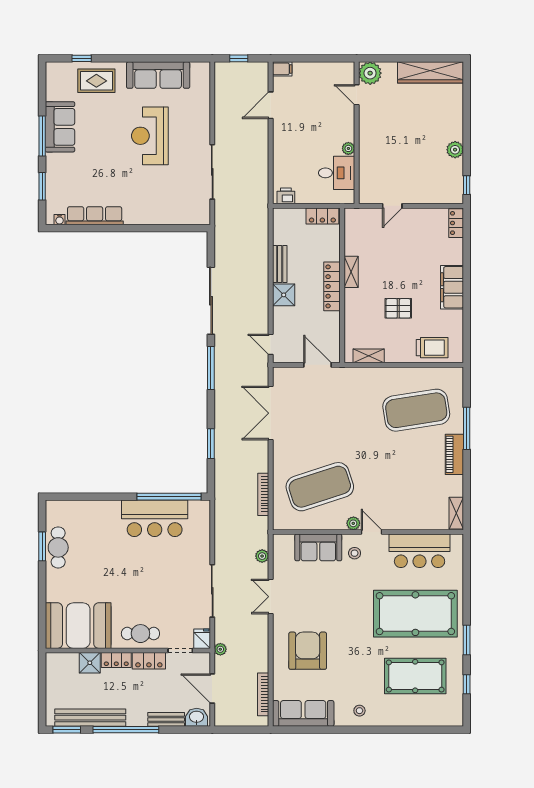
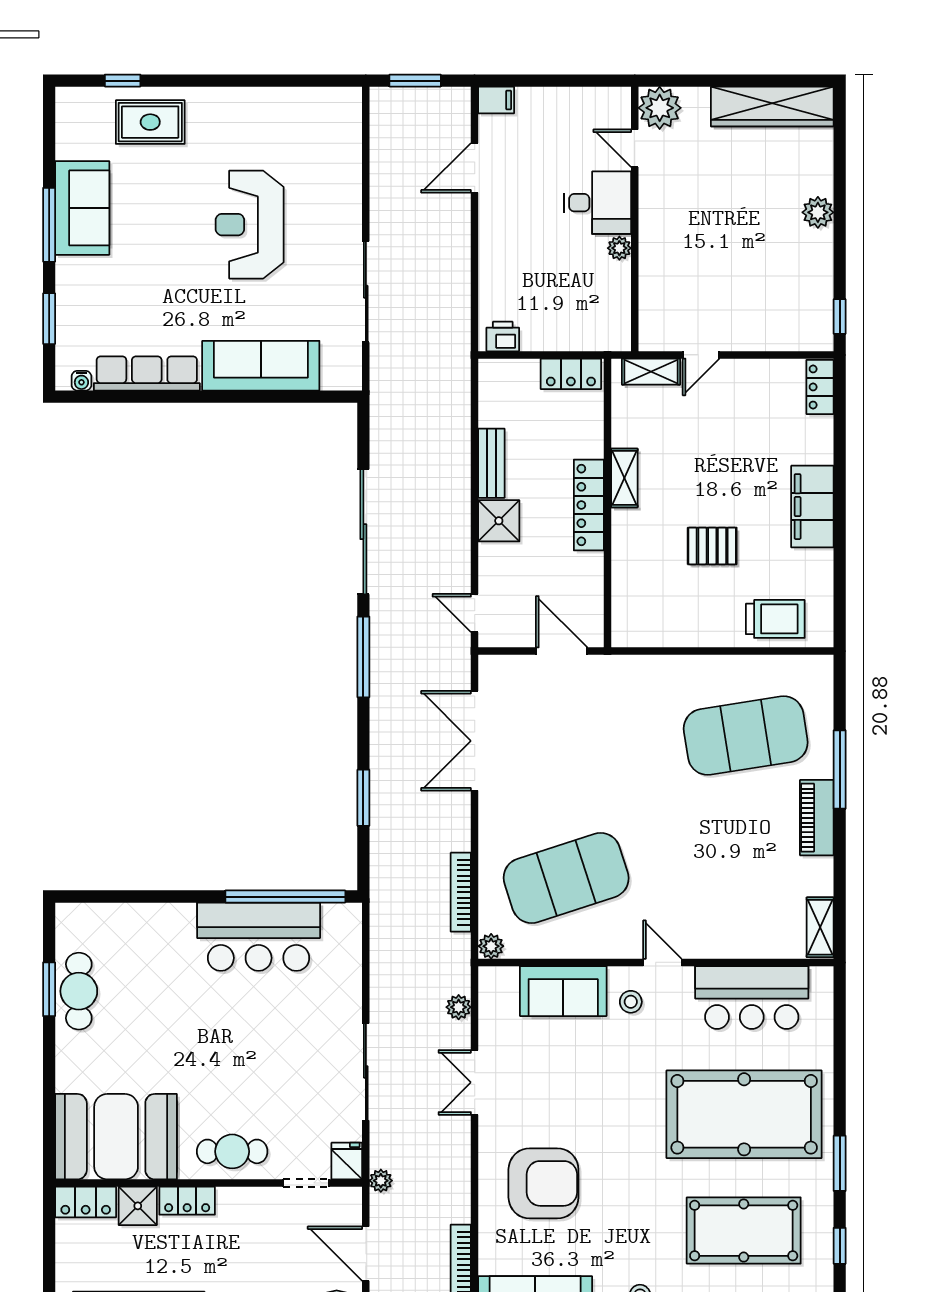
window: (239, 58) -> (415, 81), width x1.50
sofa: (158, 75) -> (261, 366), moved, turned 180
plant: (455, 150) -> (818, 212), moved
desk: (337, 173) -> (597, 203), moved
shelving: (369, 356) -> (651, 372), moved
plant: (353, 523) -> (491, 946), moved
armchair: (308, 651) -> (543, 1183), turned 90
locker: (149, 661) -> (86, 1202), moved

